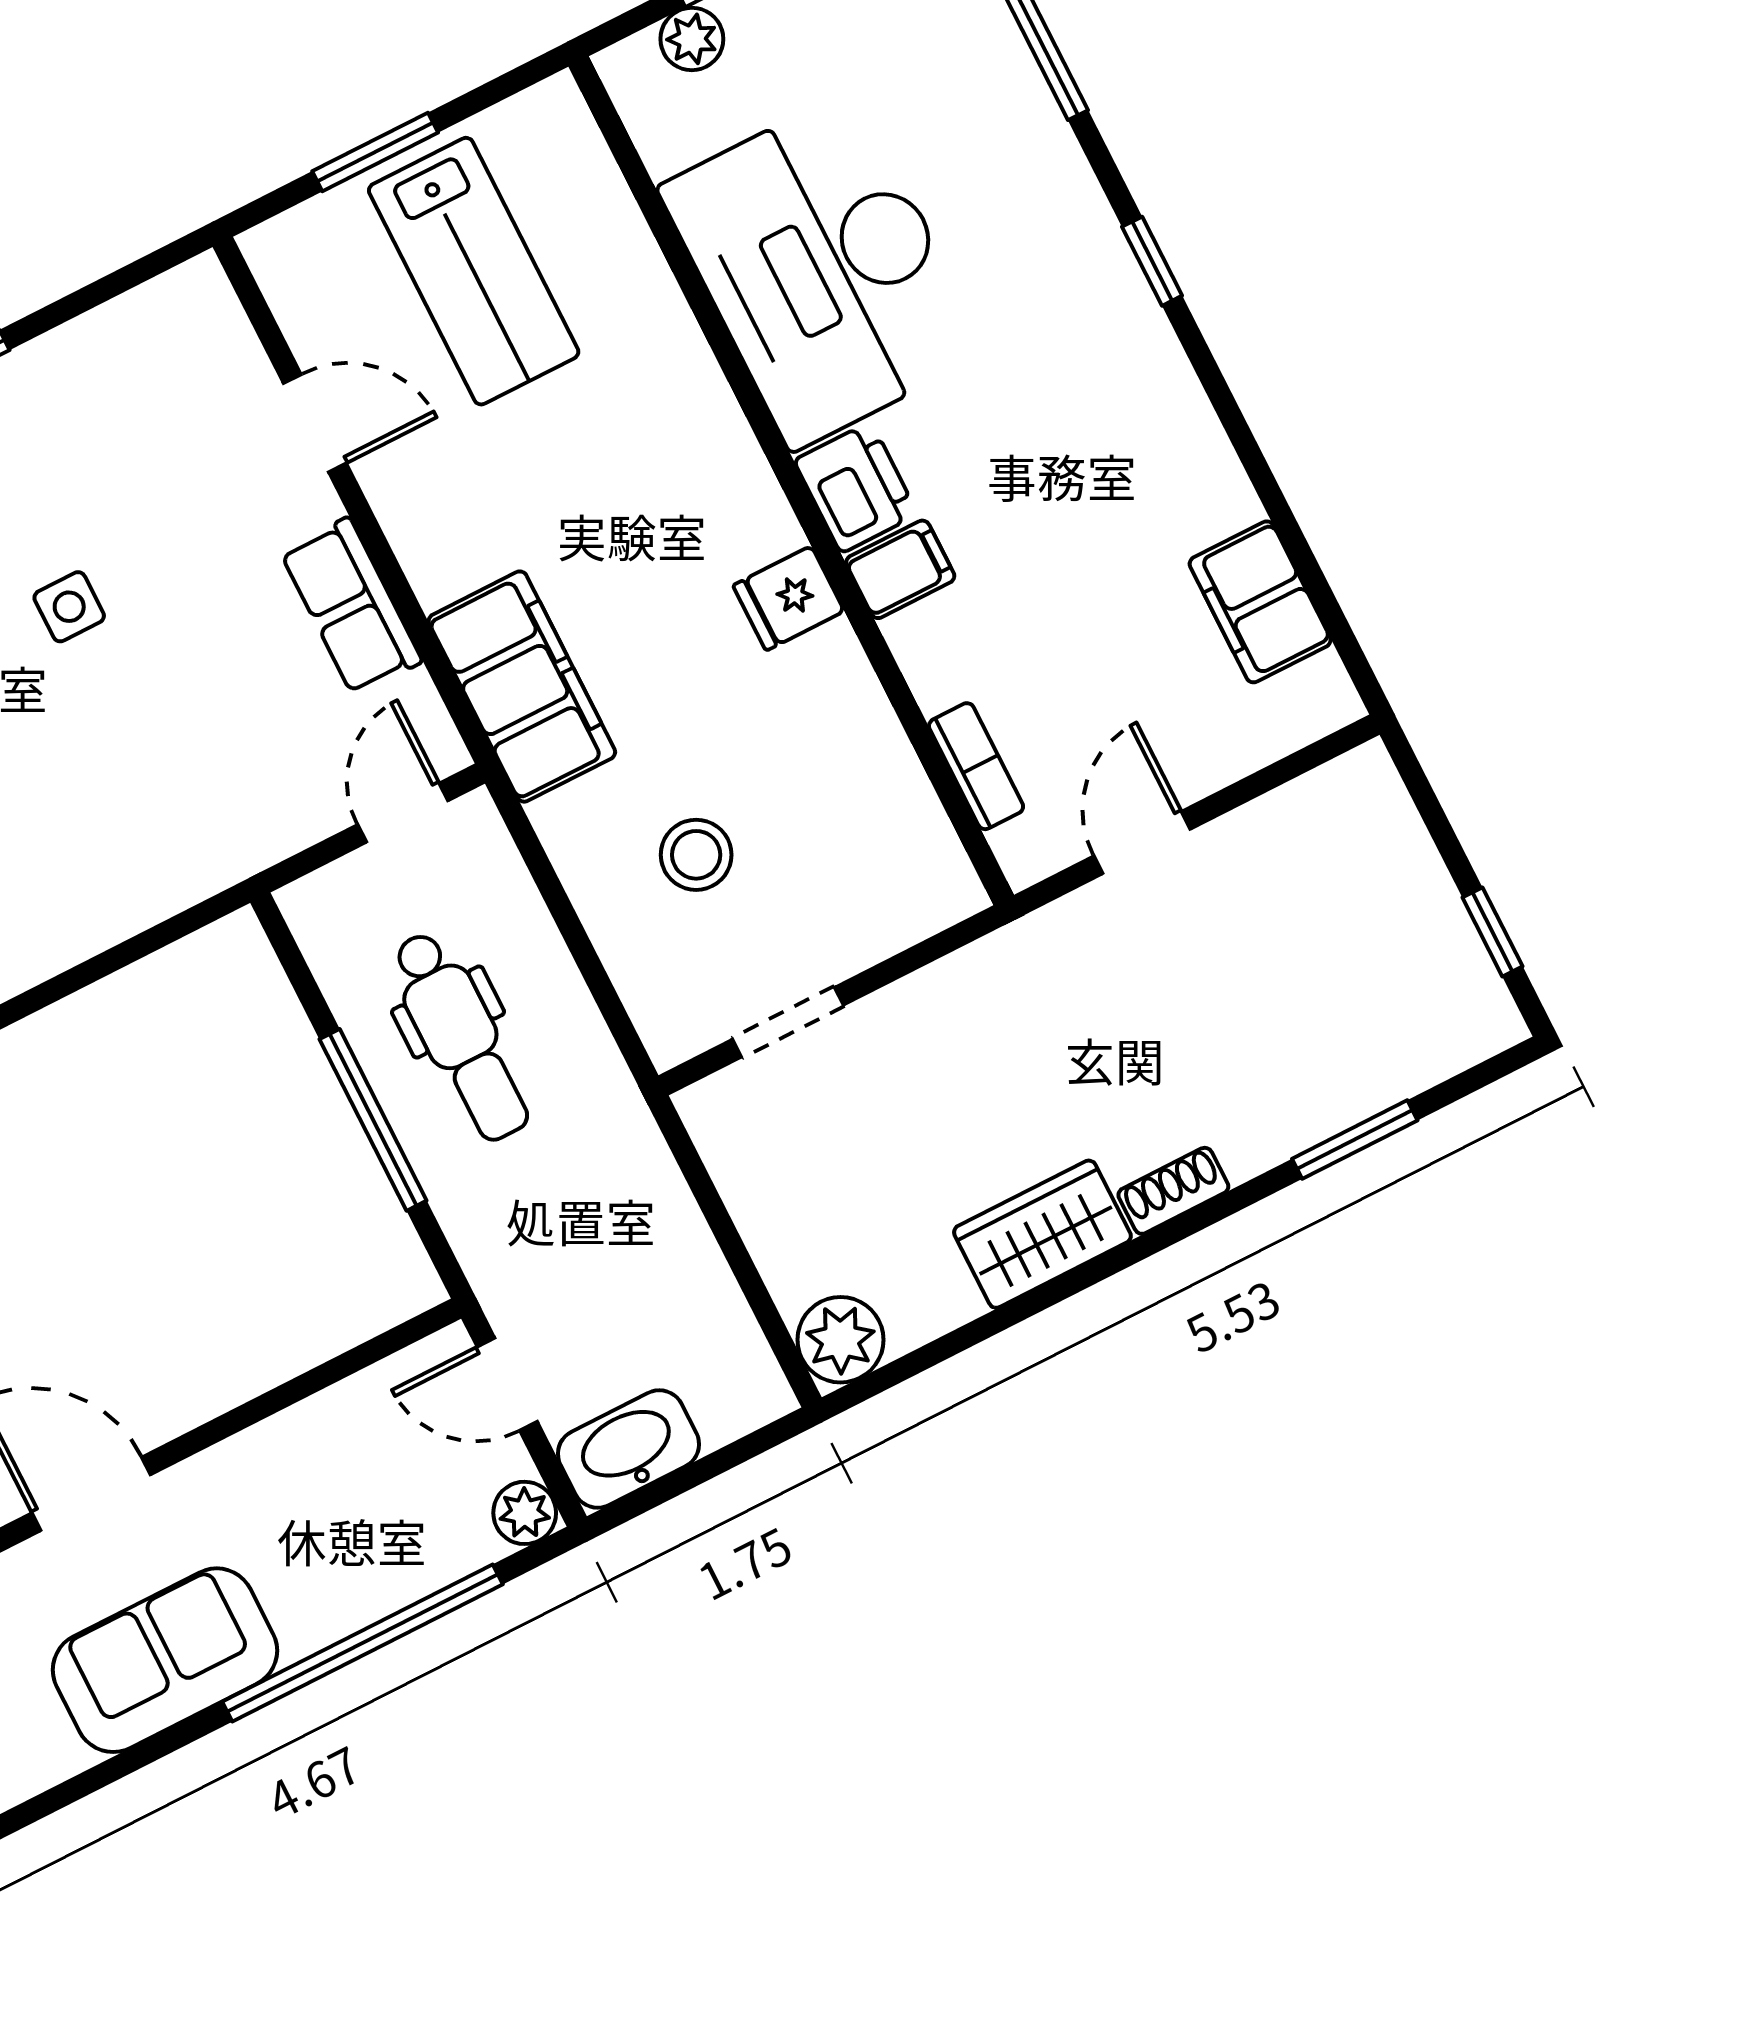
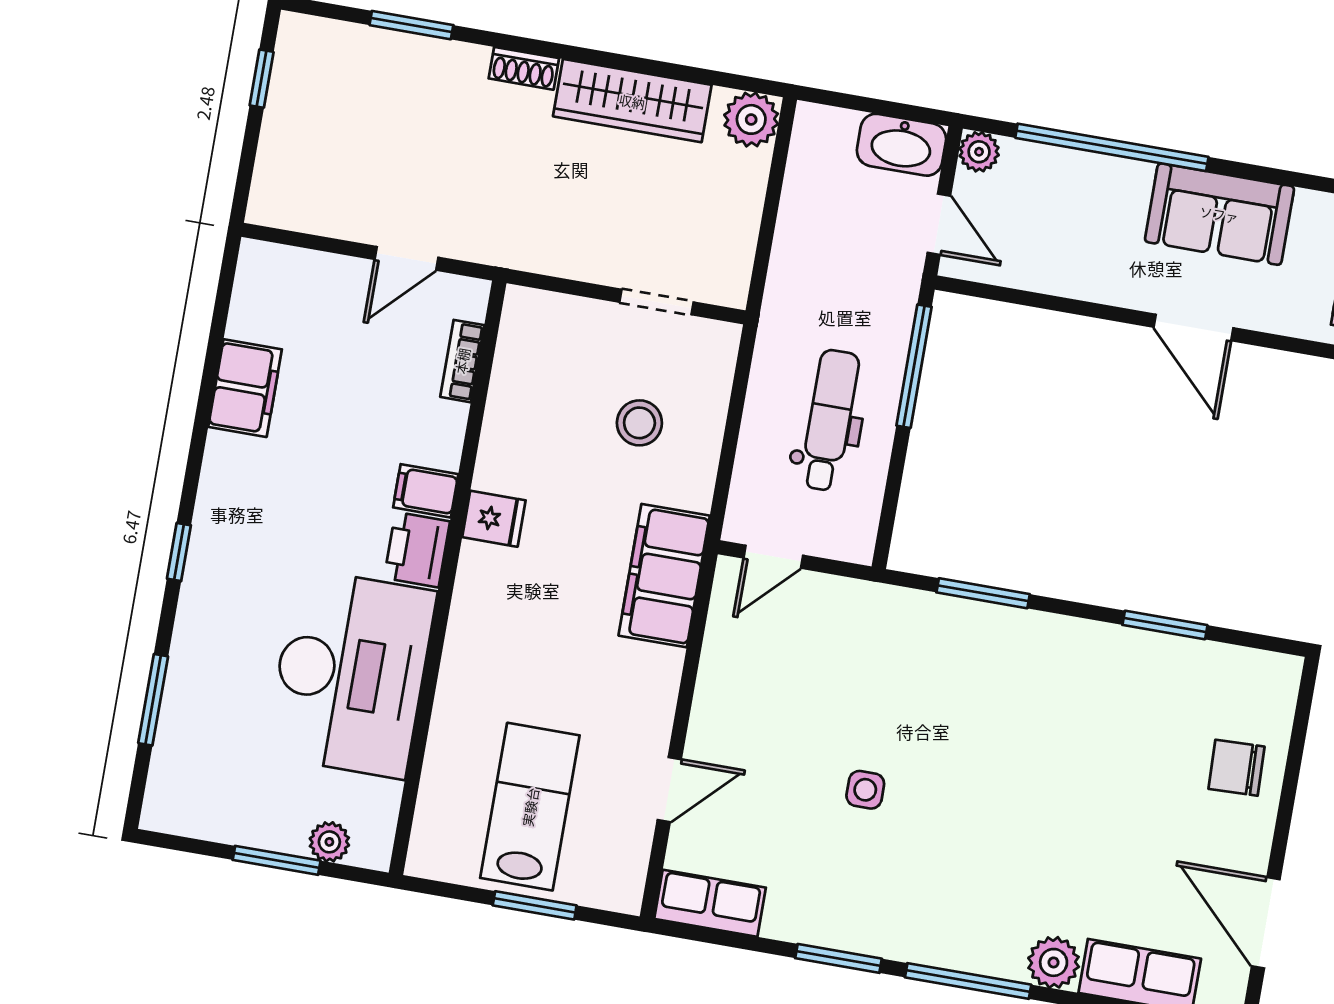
door: (315, 423) -> (669, 790), swing flipped
filing cabinet: (1260, 602) -> (245, 388), moved
row of seats: (351, 606) -> (710, 903), moved, turned -90
window: (106, 963) -> (983, 593), added
window: (373, 1120) -> (914, 366), moved
wardrobe: (1042, 1234) -> (632, 101), width x1.50

